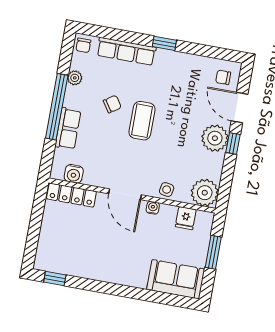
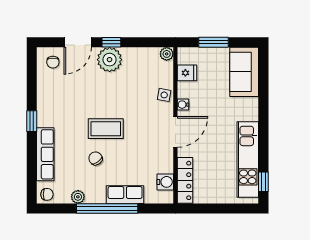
plant: (205, 193) -> (167, 54), width x0.53, depth x0.53
kitchen unit: (82, 266) -> (248, 159), added

